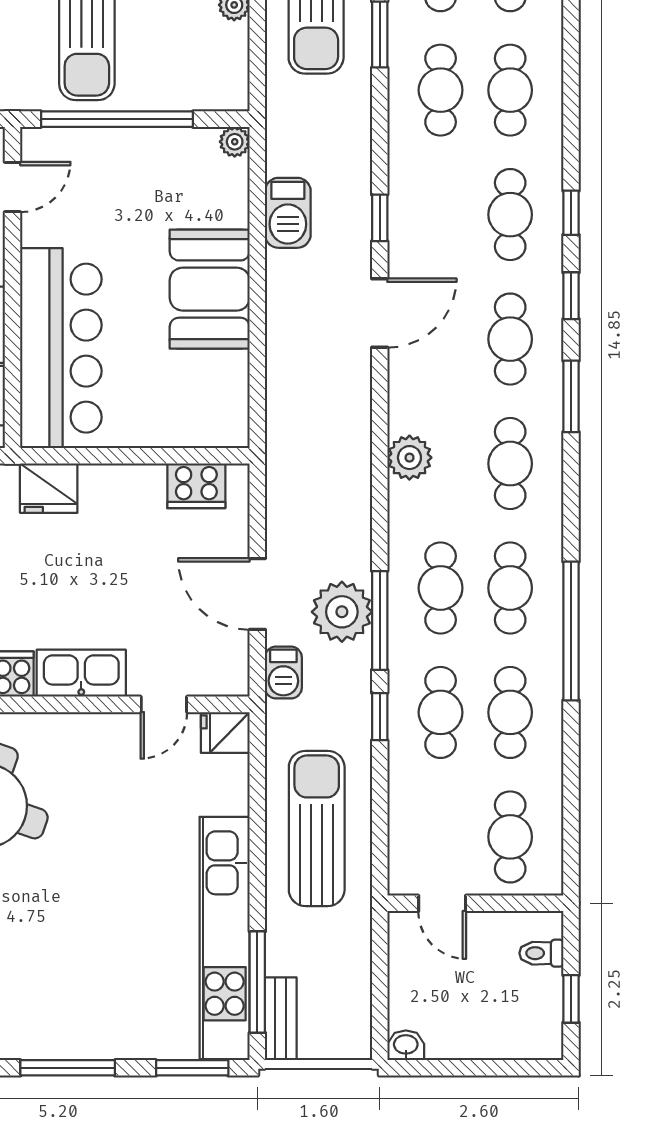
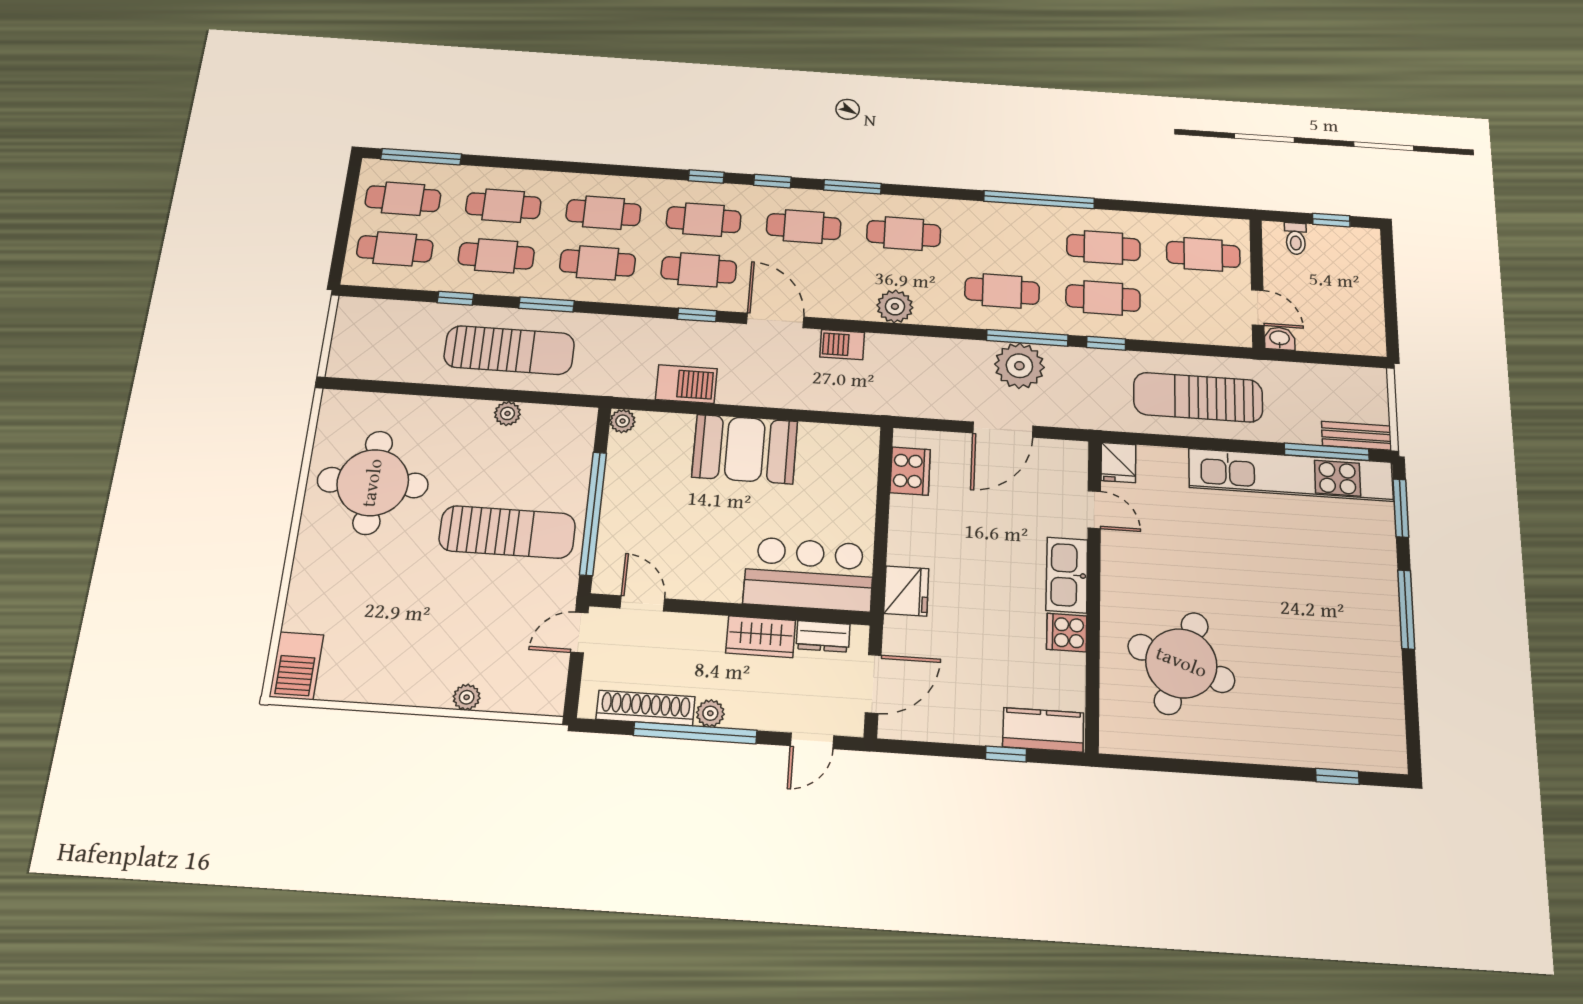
bar counter: (61, 348) -> (809, 574), width x0.73
cafe table: (510, 588) -> (699, 270), moved
barbecue: (283, 673) -> (842, 345), moved, turned 180
door: (442, 903) -> (1258, 308), hinge flipped
washbasin: (406, 1045) -> (1280, 338), moved, turned 90

